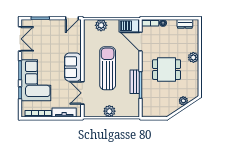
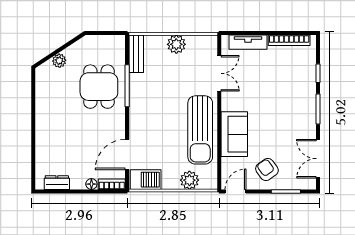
armchair: (52, 32) -> (267, 170), added
door: (141, 42) -> (127, 155), swing flipped
plant: (193, 57) -> (44, 129), removed
sofa: (73, 67) -> (234, 134), moved
sun lounger: (108, 68) -> (200, 130), moved
dining table: (167, 70) -> (99, 87), moved, turned 90
corner sofa: (36, 80) -> (293, 93), removed
bench: (135, 82) -> (136, 54), moved

